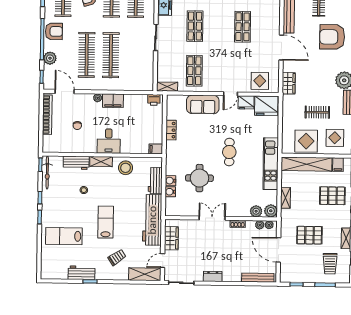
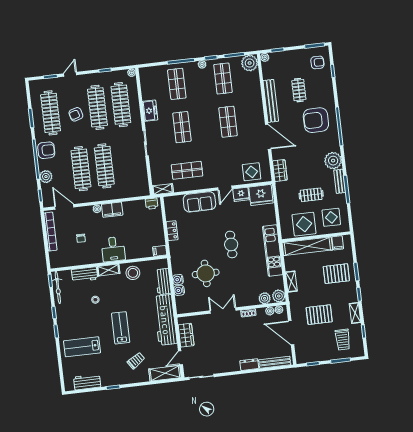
shop shelf: (194, 71) -> (187, 170), turned 90
workbench: (81, 273) -> (87, 382), moved
dresser: (213, 276) -> (249, 365), moved

